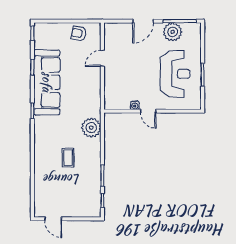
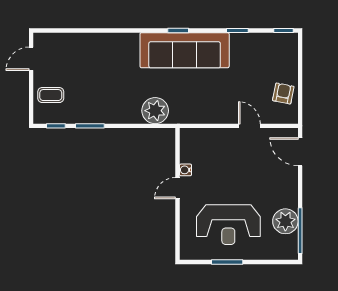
door: (143, 21) -> (300, 152), moved
sofa: (47, 82) -> (185, 50), moved
coffee table: (68, 158) -> (51, 95), moved

